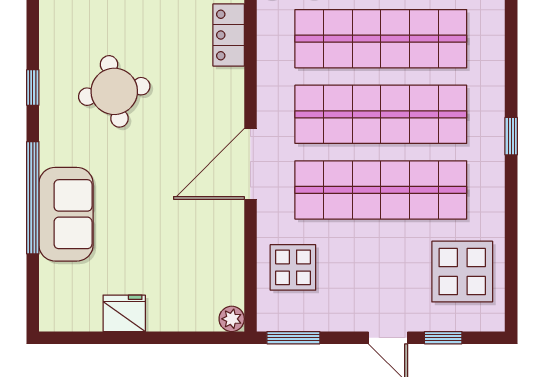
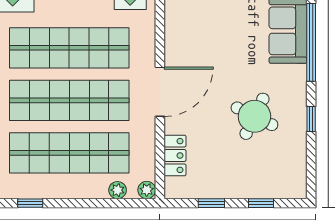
round table: (114, 91) -> (254, 116), turned 37
door: (250, 164) -> (160, 92), moved

